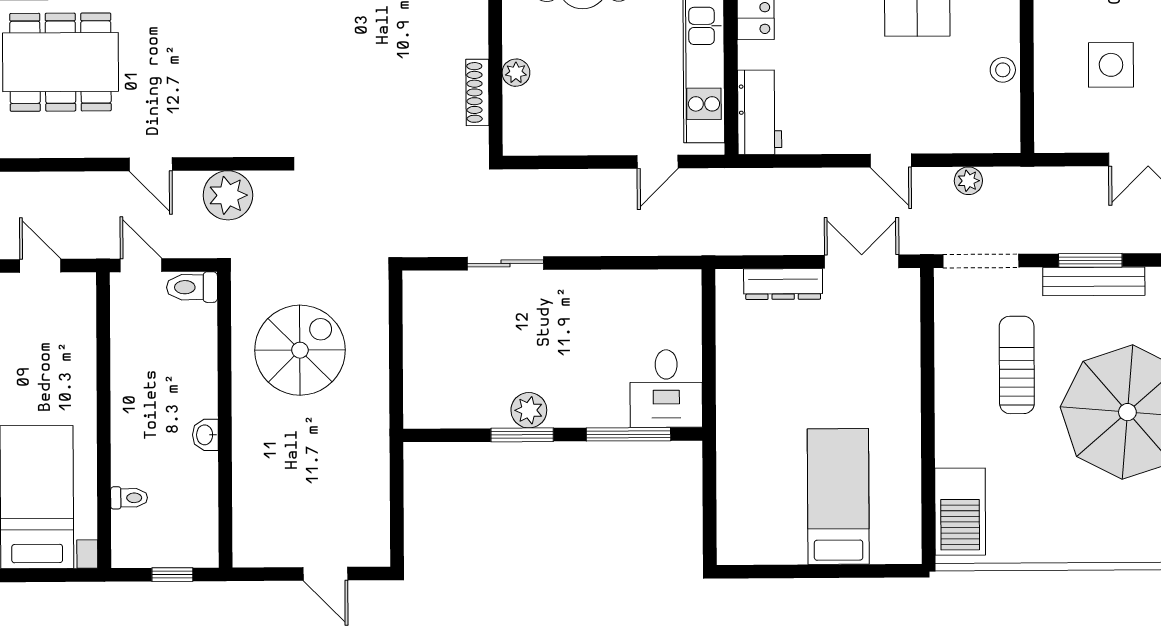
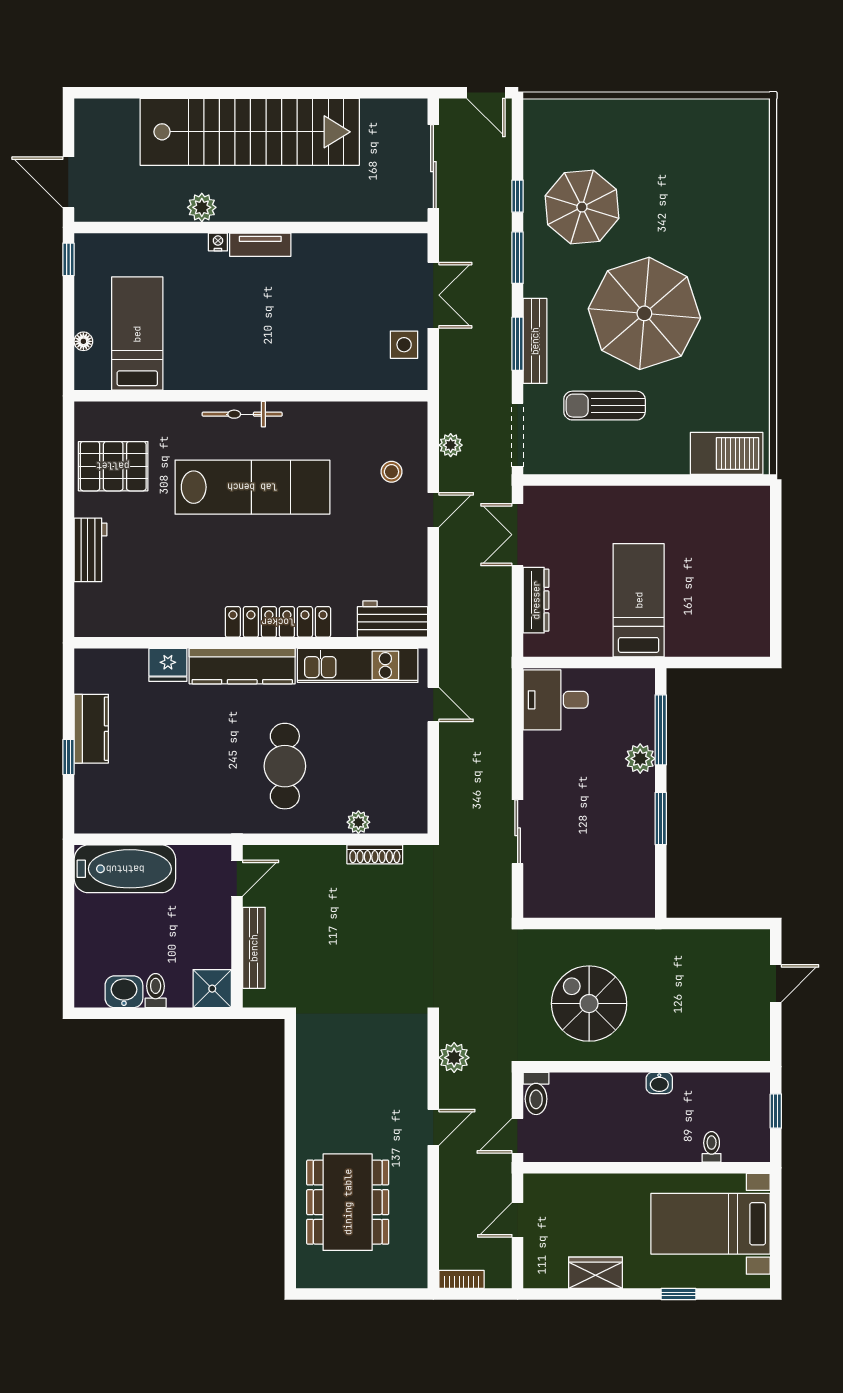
side table: (1111, 65) -> (404, 345), moved, width x0.73, depth x0.73
stool: (1003, 70) -> (391, 472), moved
plant: (228, 195) -> (454, 1058), width x0.73, depth x0.73
desk: (666, 389) -> (556, 700), moved, turned 180
plant: (529, 410) -> (640, 759), moved
bed: (838, 496) -> (639, 600), moved, turned 90

